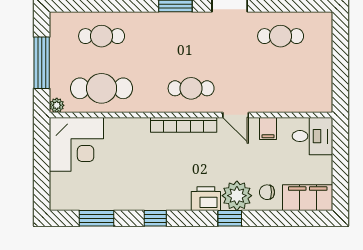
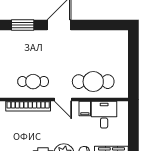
cafe table: (281, 36) -> (93, 82), moved, width x1.37, depth x1.35
desk: (313, 136) -> (104, 115), moved, turned -90

